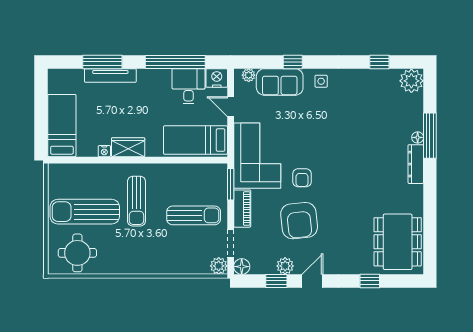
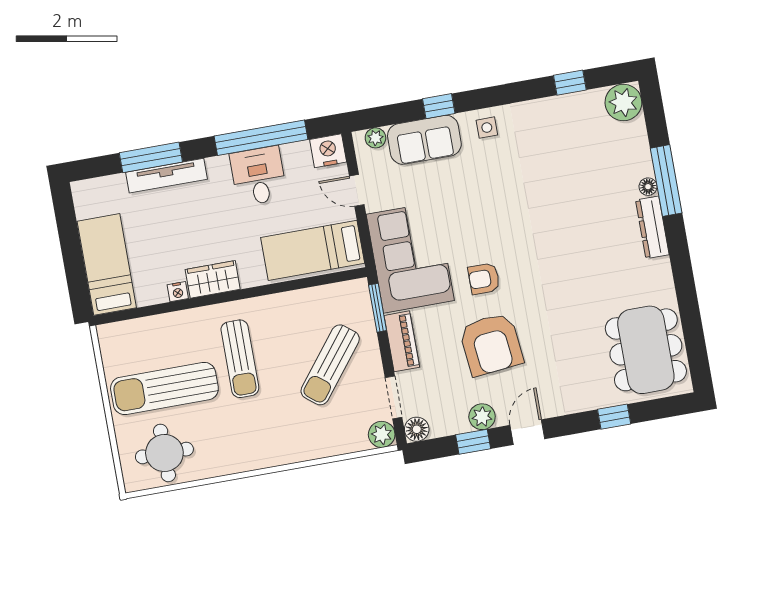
desk: (188, 86) -> (258, 176), moved
armchair: (302, 178) -> (484, 279), turned 90
sun lounger: (194, 215) -> (330, 365), turned 128

